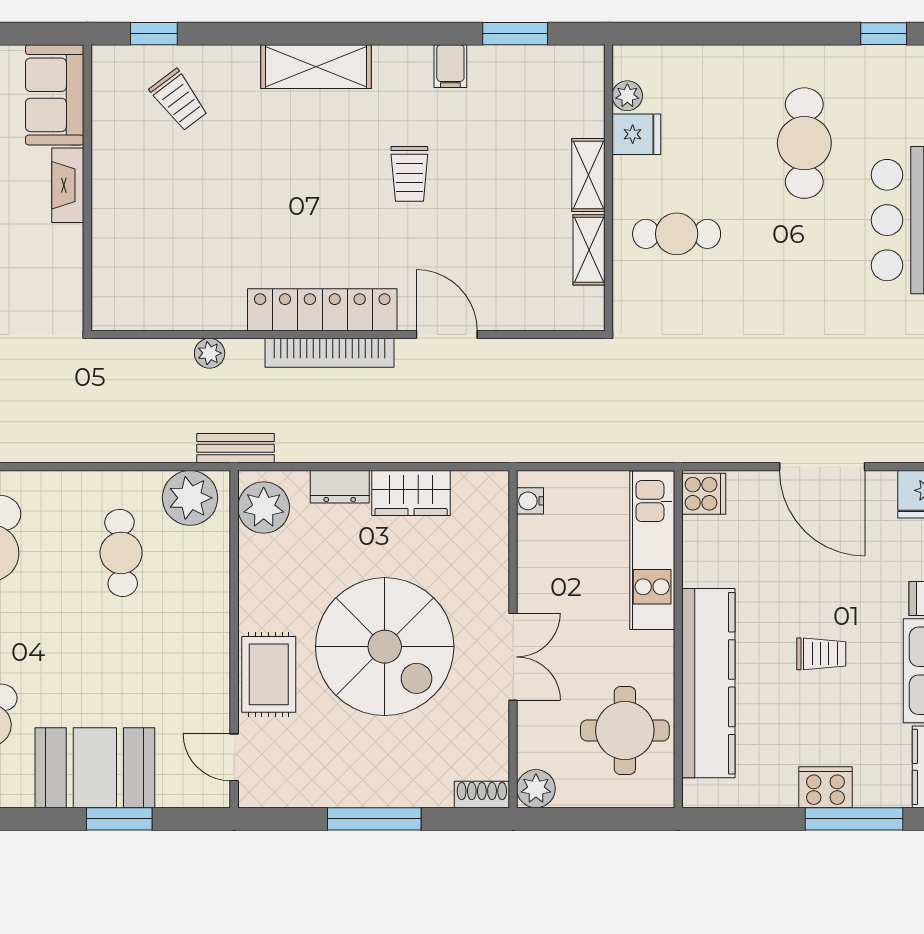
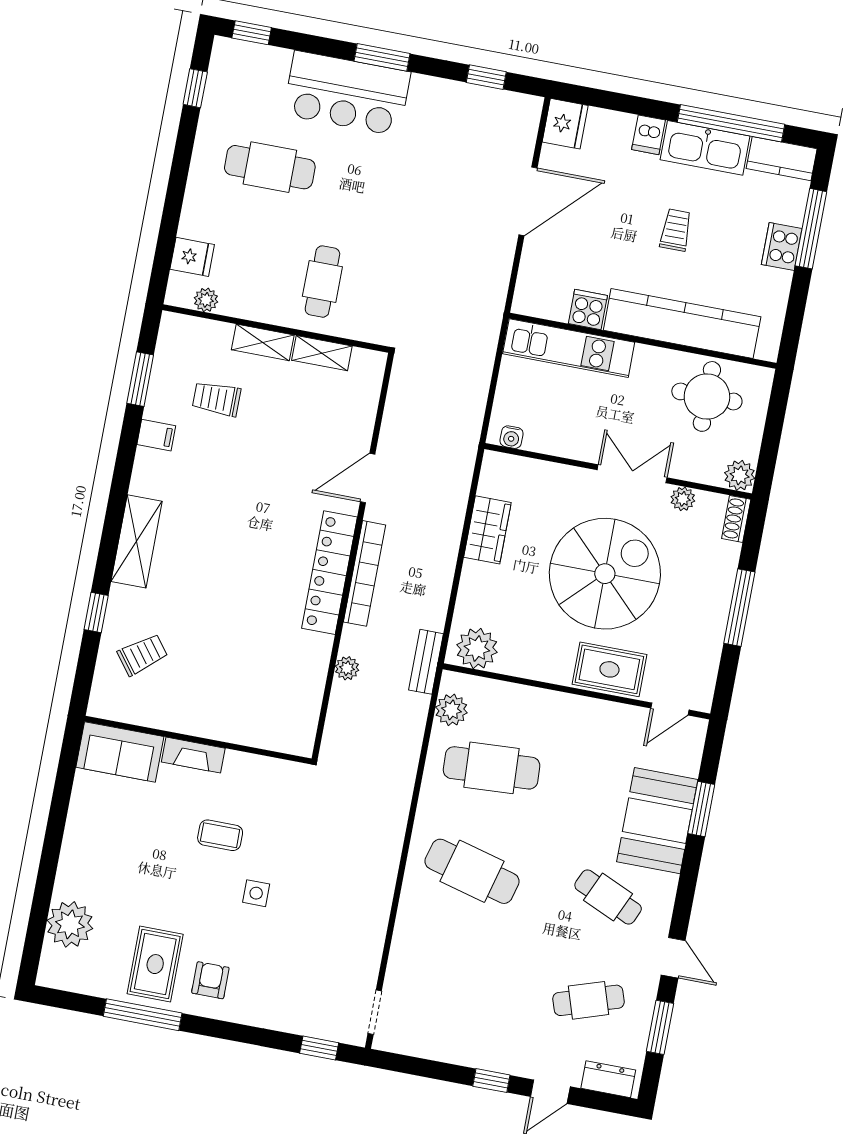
window: (154, 34) -> (96, 612), moved
fridge: (636, 134) -> (192, 257), moved, turned 90
trolley: (409, 174) -> (217, 399), moved, turned 180
dresser: (340, 487) -> (472, 585), removed
cooker: (704, 494) -> (588, 310), moved
plant: (190, 498) -> (451, 710), width x0.73, depth x0.73
cafe table: (121, 553) -> (492, 768), width x1.37, depth x1.35
plant: (494, 725) -> (683, 499), added

